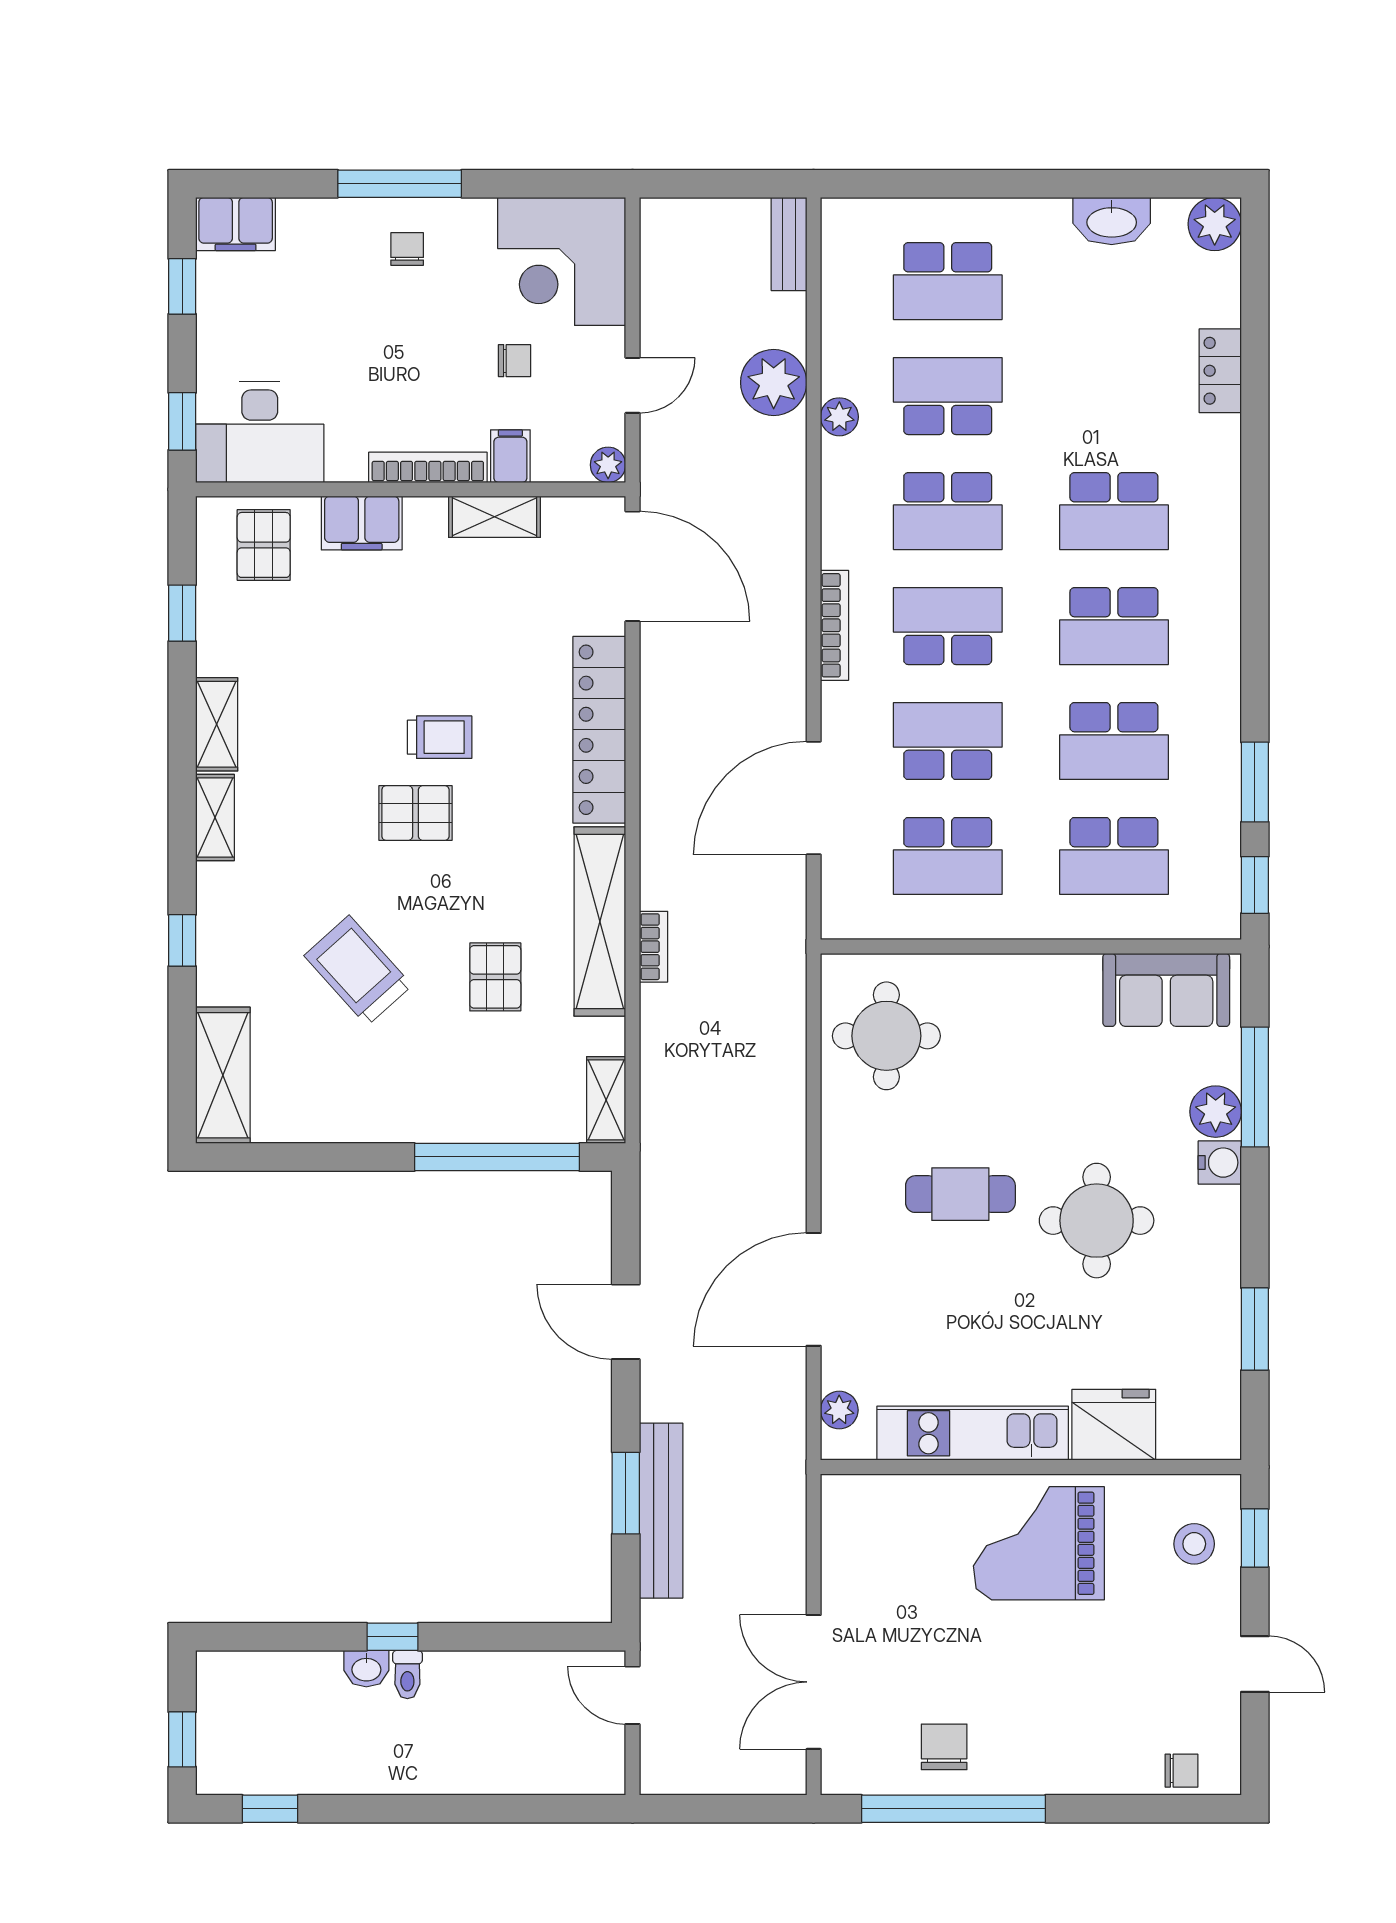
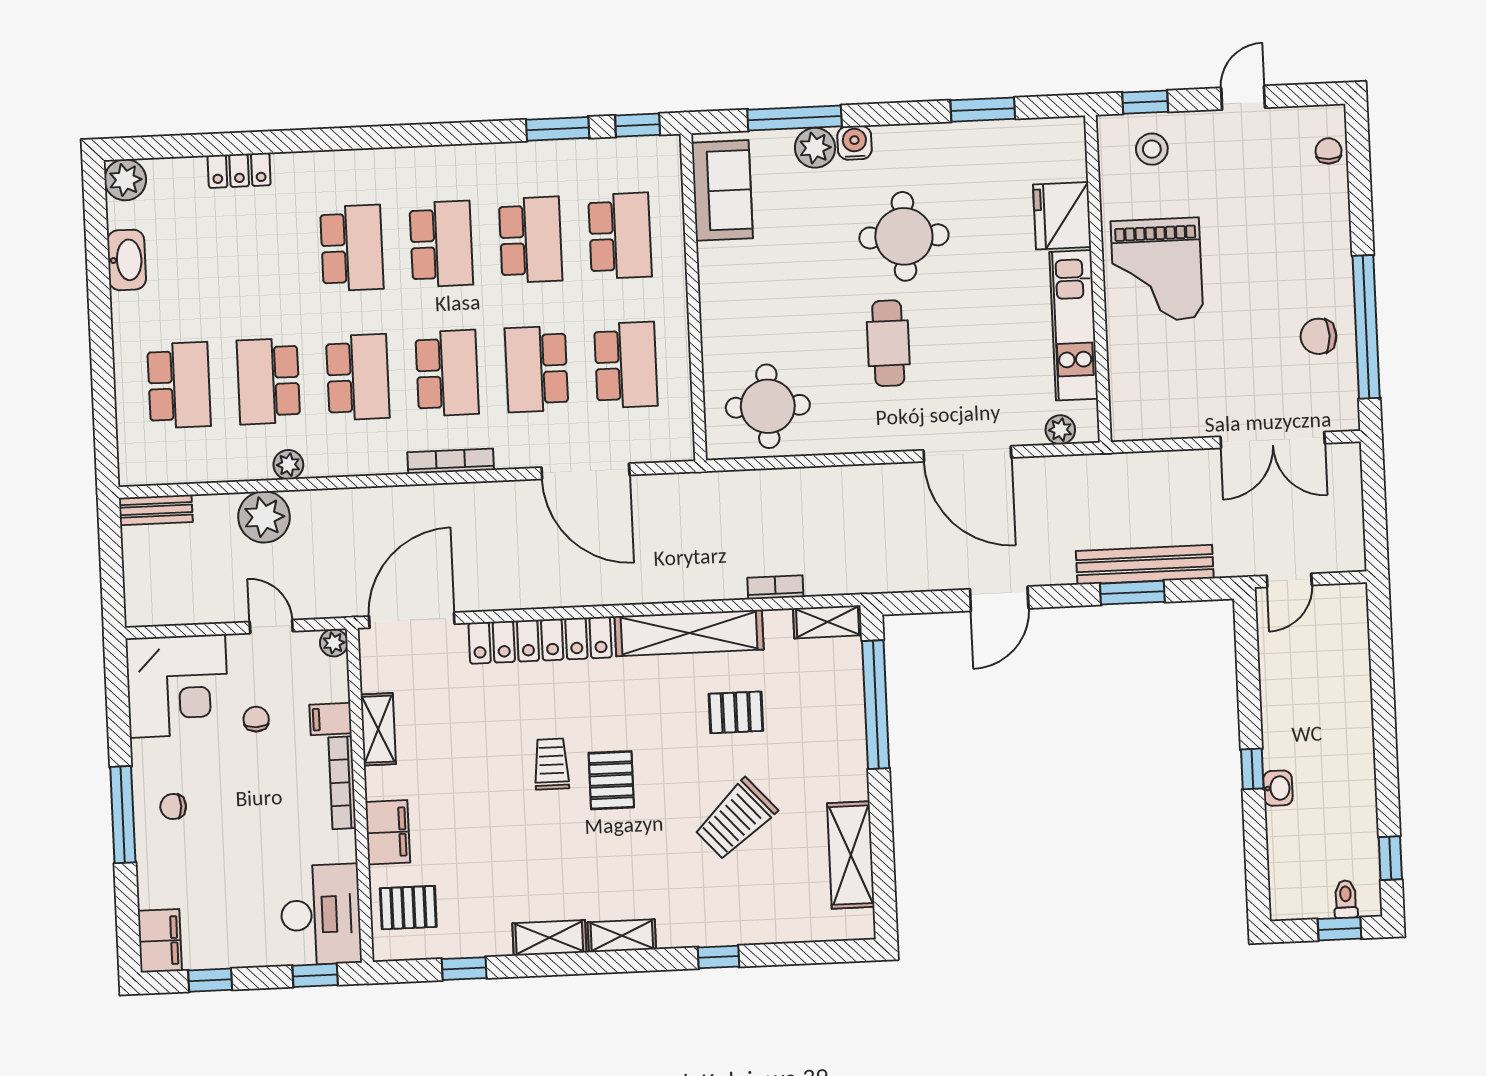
school desk: (948, 626) -> (447, 373), turned 180
bookcase: (653, 947) -> (775, 587), moved
shelving: (223, 1075) -> (851, 855), moved, turned 90
toilet: (407, 1675) -> (1346, 899), moved, turned -90

